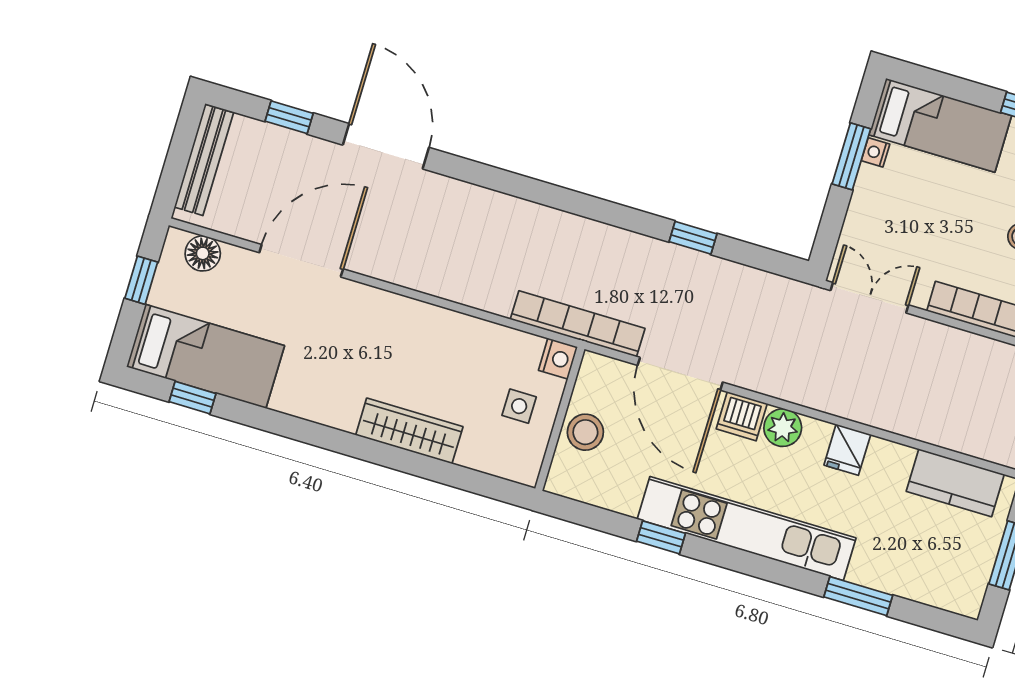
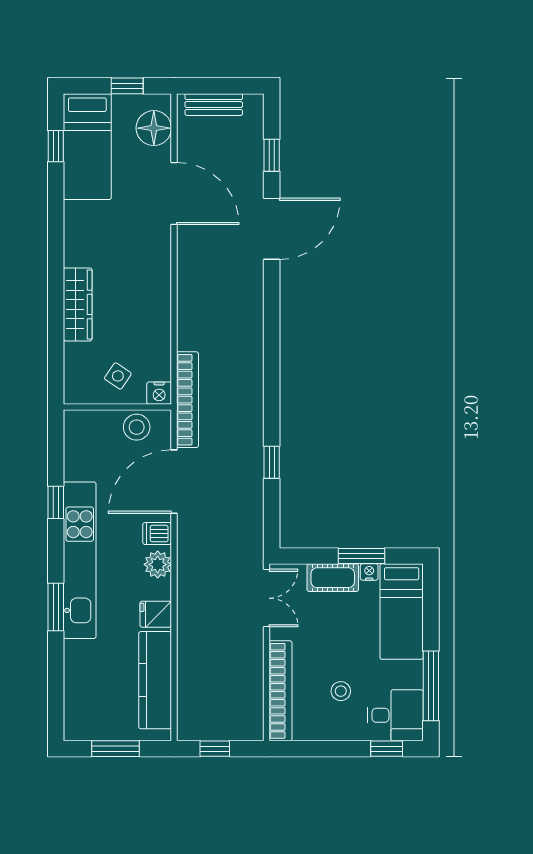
bench: (204, 160) -> (214, 105), width x0.73
cot: (869, 203) -> (333, 578), added
floor lamp: (203, 253) -> (154, 128), width x1.38, depth x1.38
side table: (519, 406) -> (118, 376), turned 34
dishwasher: (742, 416) -> (157, 533), width x0.73
stool: (585, 432) -> (137, 427), moved
kitchen counter: (955, 483) -> (155, 680), width x1.50
window: (858, 596) -> (56, 607), moved

